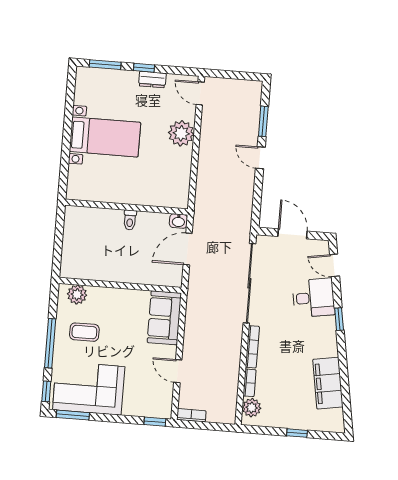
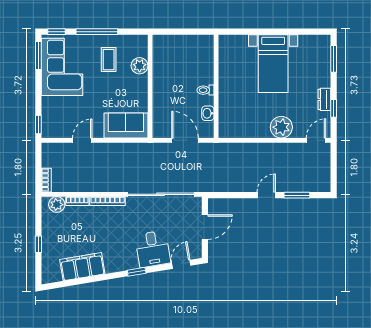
window: (144, 68) -> (334, 108), moved
washbasin: (178, 221) -> (208, 113), moved
plant: (77, 294) -> (140, 66), moved
bookcase: (191, 415) -> (46, 180), moved

